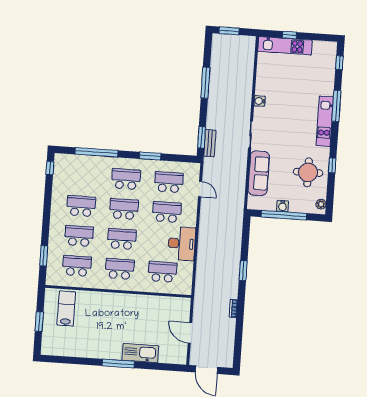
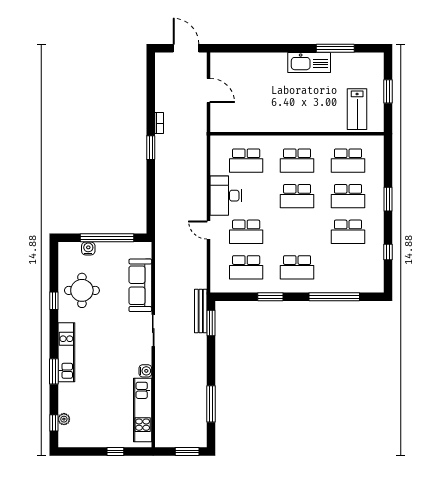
kitchen unit: (285, 46) -> (143, 410), moved, turned -90
window: (205, 83) -> (211, 404), moved
window: (336, 106) -> (54, 371), width x0.69
bench: (210, 143) -> (201, 311), width x1.36
window: (50, 168) -> (388, 252), moved
door: (200, 189) -> (209, 230), moved
plant: (321, 204) -> (64, 419), moved
water cooler: (283, 206) -> (88, 248), moved
school desk: (124, 209) -> (297, 232), removed
window: (44, 256) -> (388, 199), moved
window: (243, 271) -> (151, 148), moved
kitchen sink: (140, 353) -> (309, 63), moved
window: (118, 364) -> (335, 48), moved

